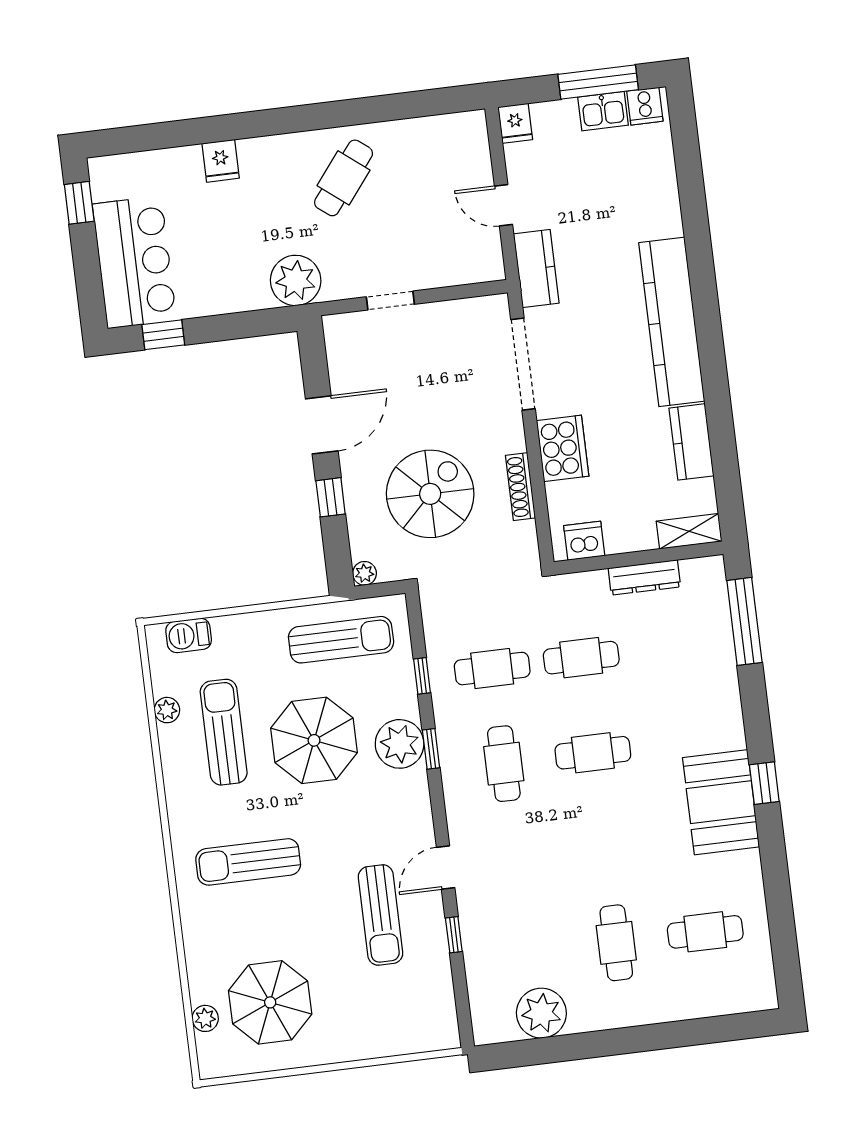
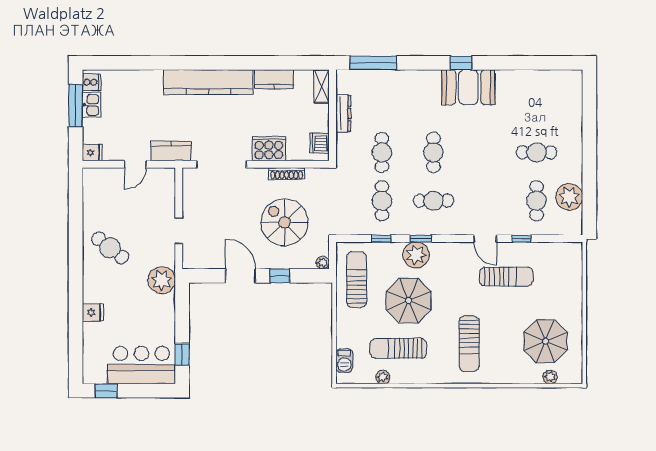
cafe table: (705, 932) -> (537, 201), moved

